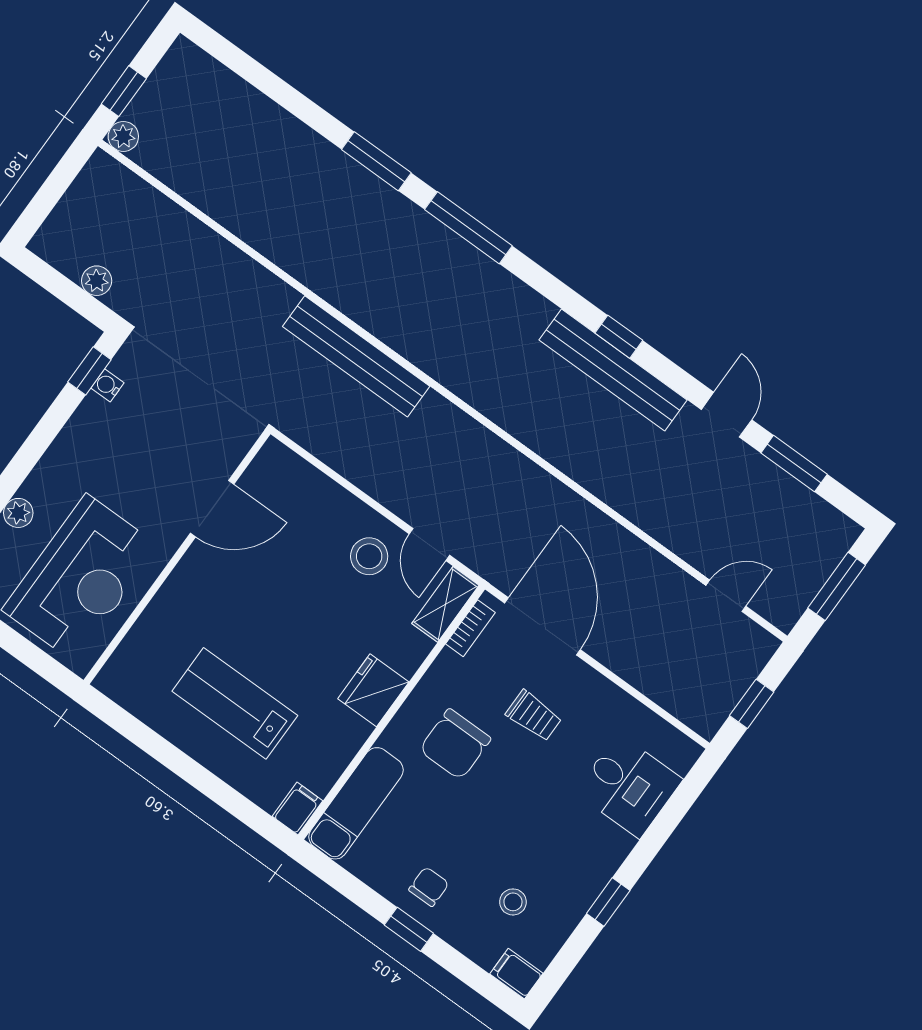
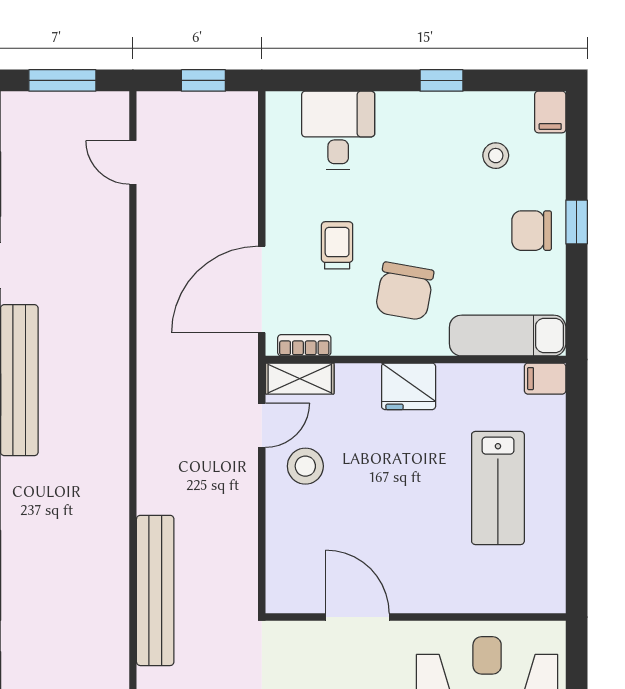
chair: (455, 744) -> (405, 291), turned 100
chair: (429, 887) -> (532, 231), width x1.37, depth x1.37

